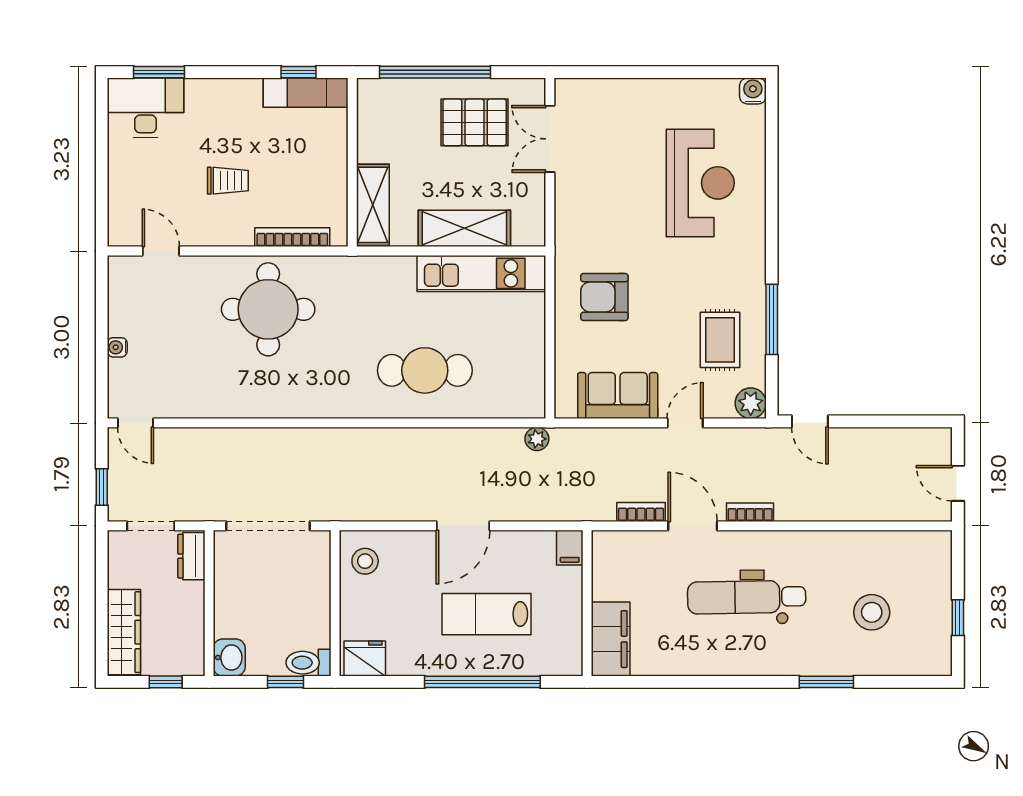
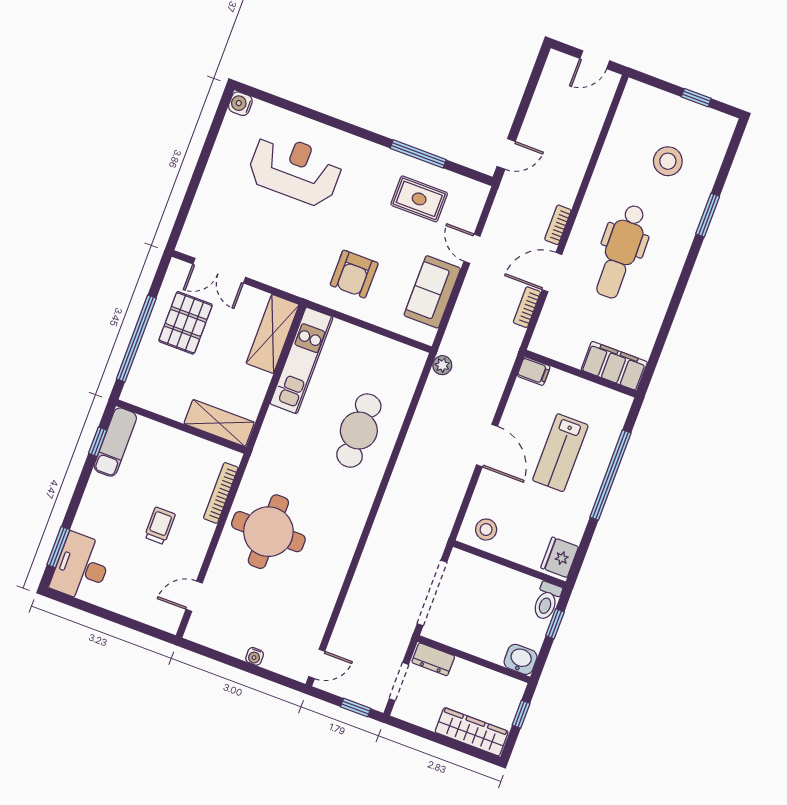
shelving: (464, 228) -> (273, 334), moved
plant: (751, 403) -> (476, 194), removed

